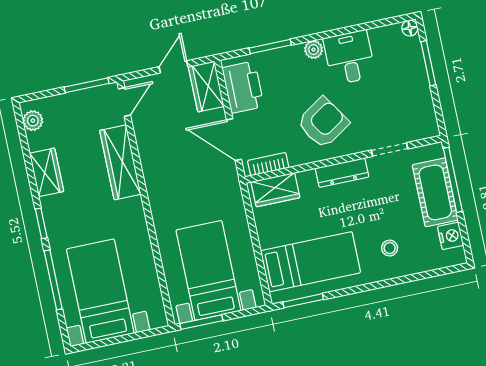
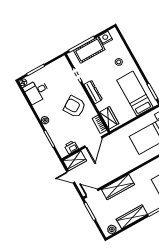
desk: (349, 57) -> (36, 91), moved
printer: (243, 87) -> (71, 147), width x0.53, depth x0.68
wardrobe: (47, 172) -> (132, 217), width x1.50

